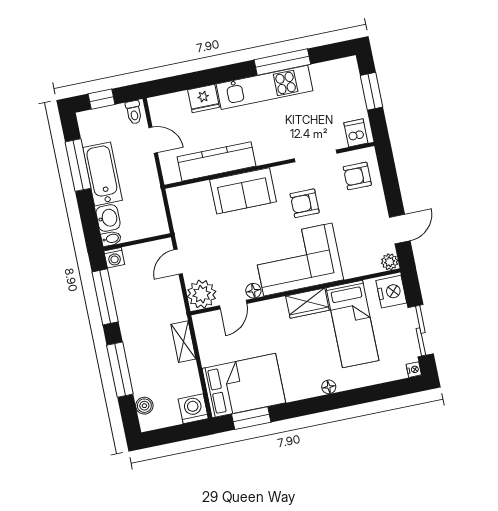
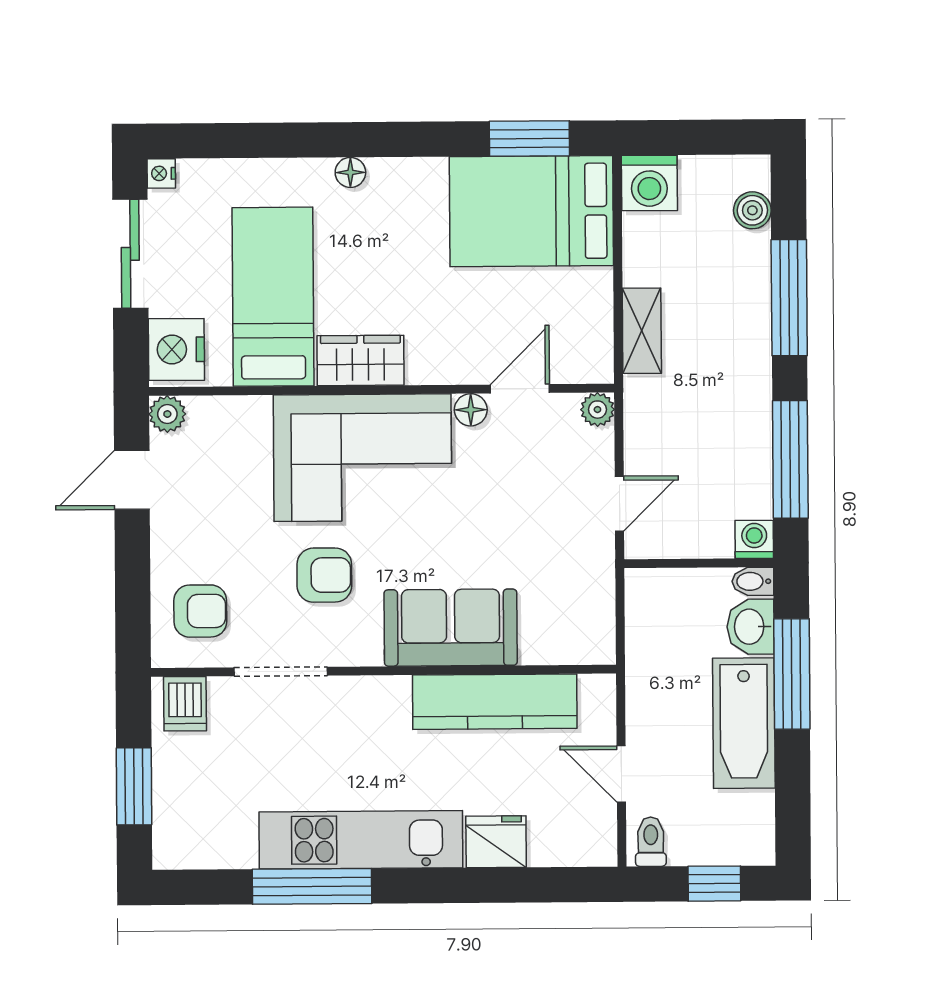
window: (78, 165) -> (792, 674), moved
plant: (202, 294) -> (597, 410), width x0.53, depth x0.53

